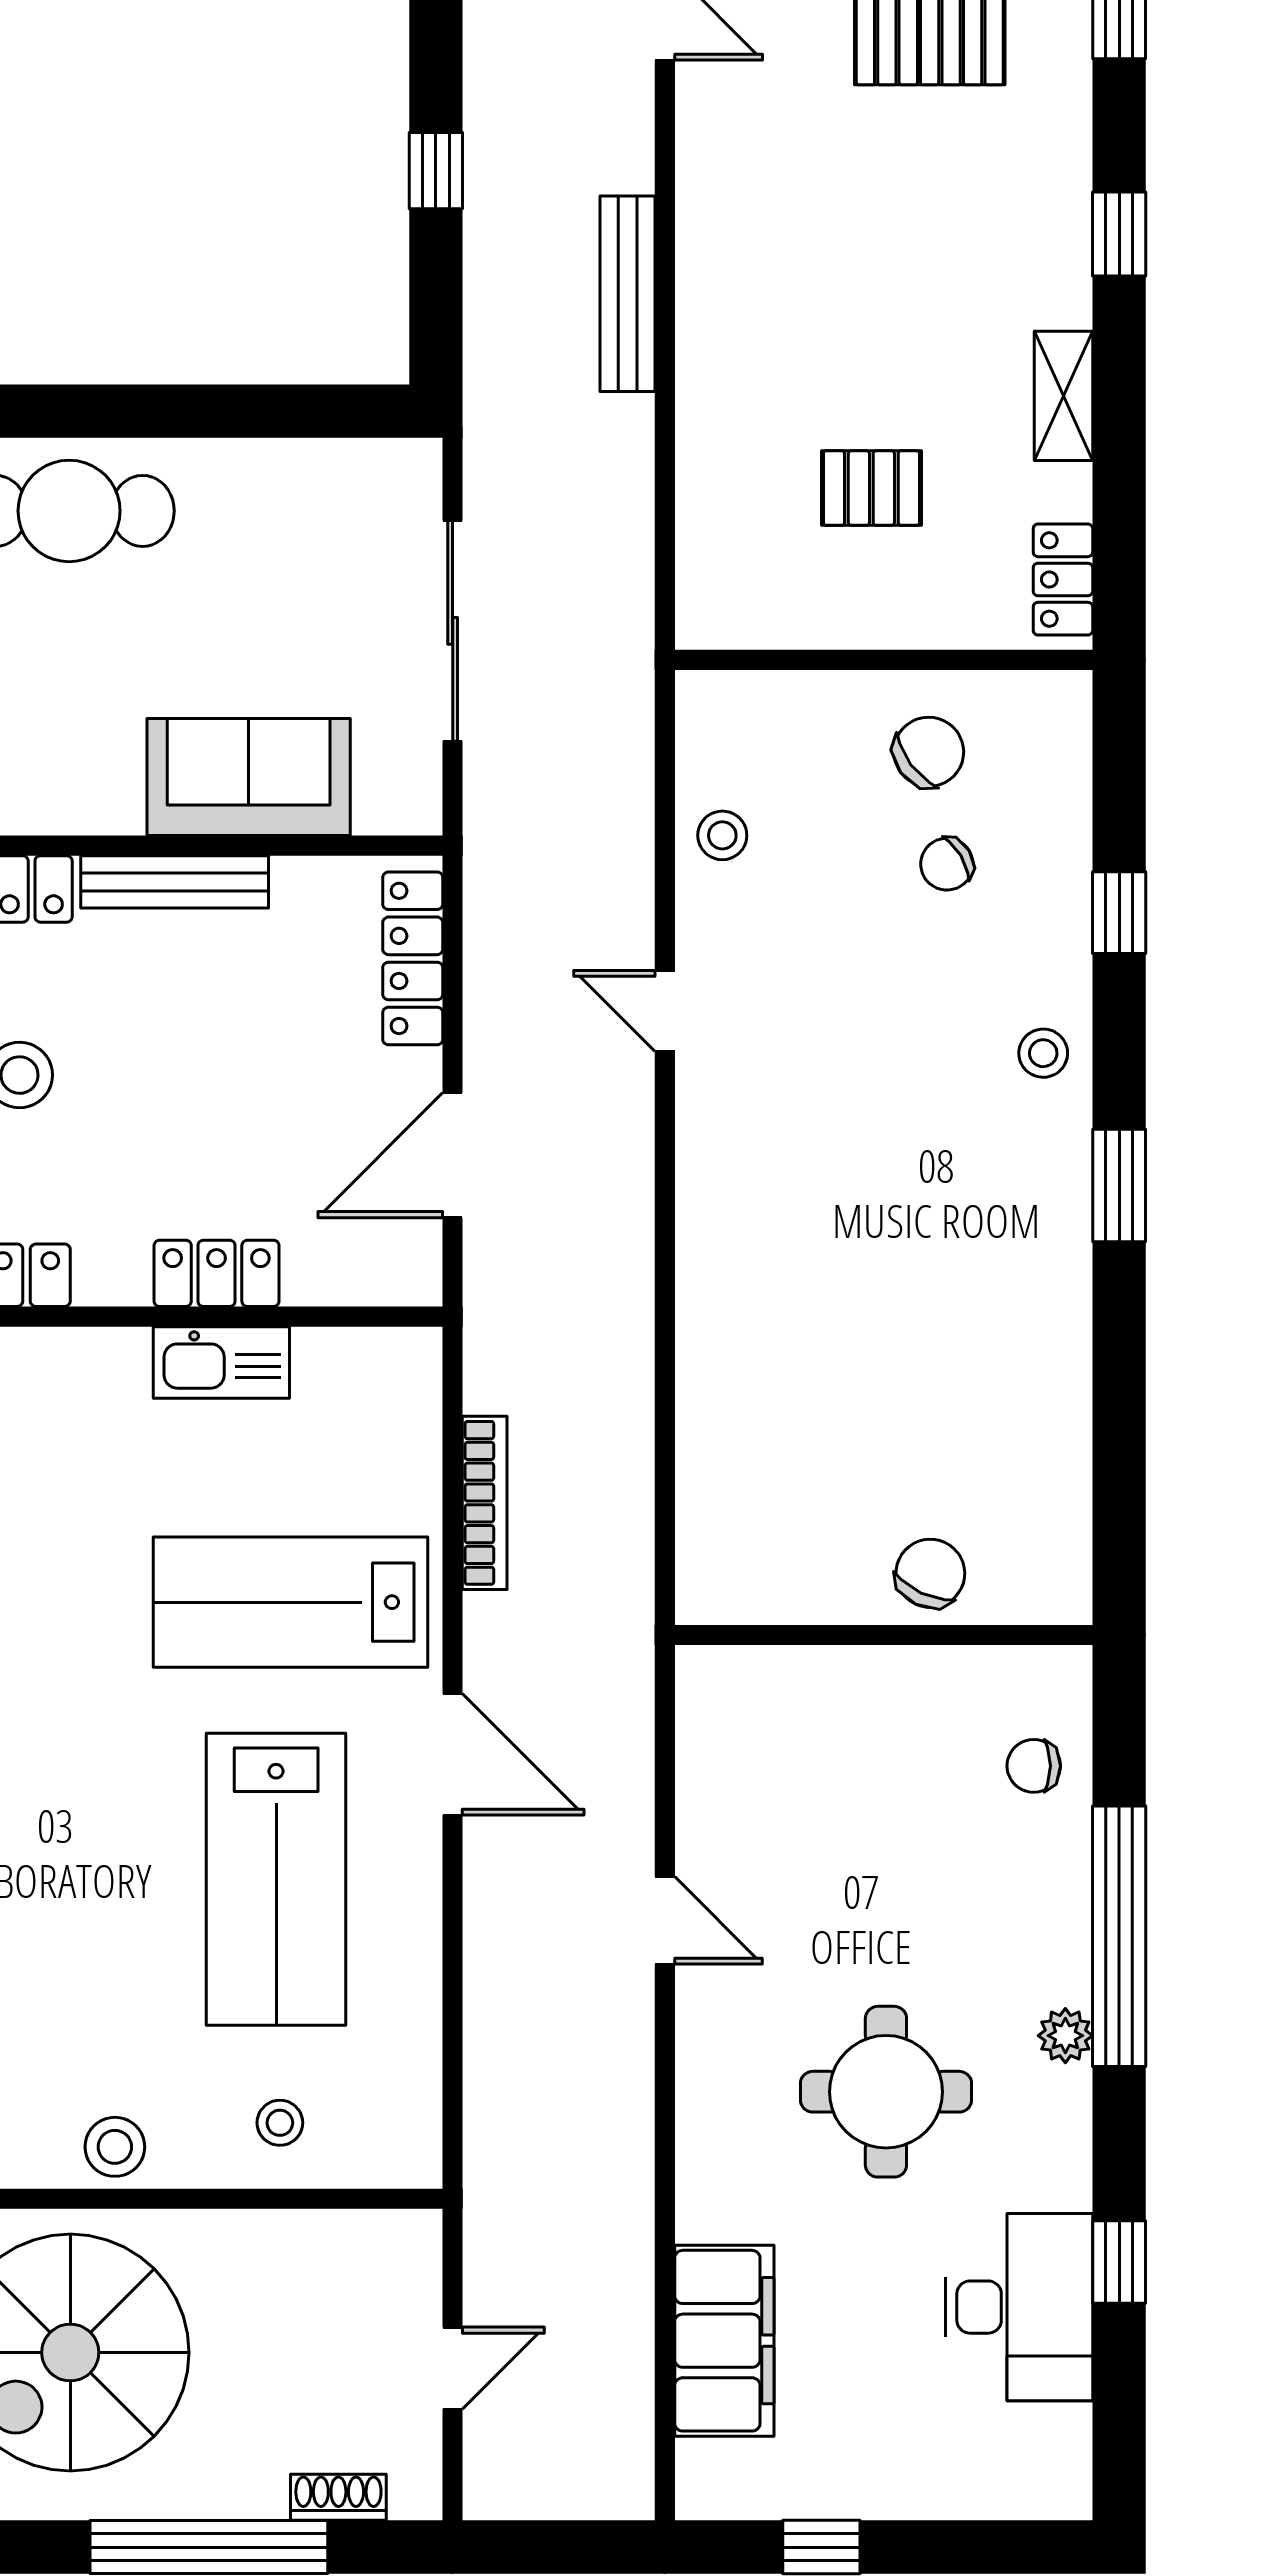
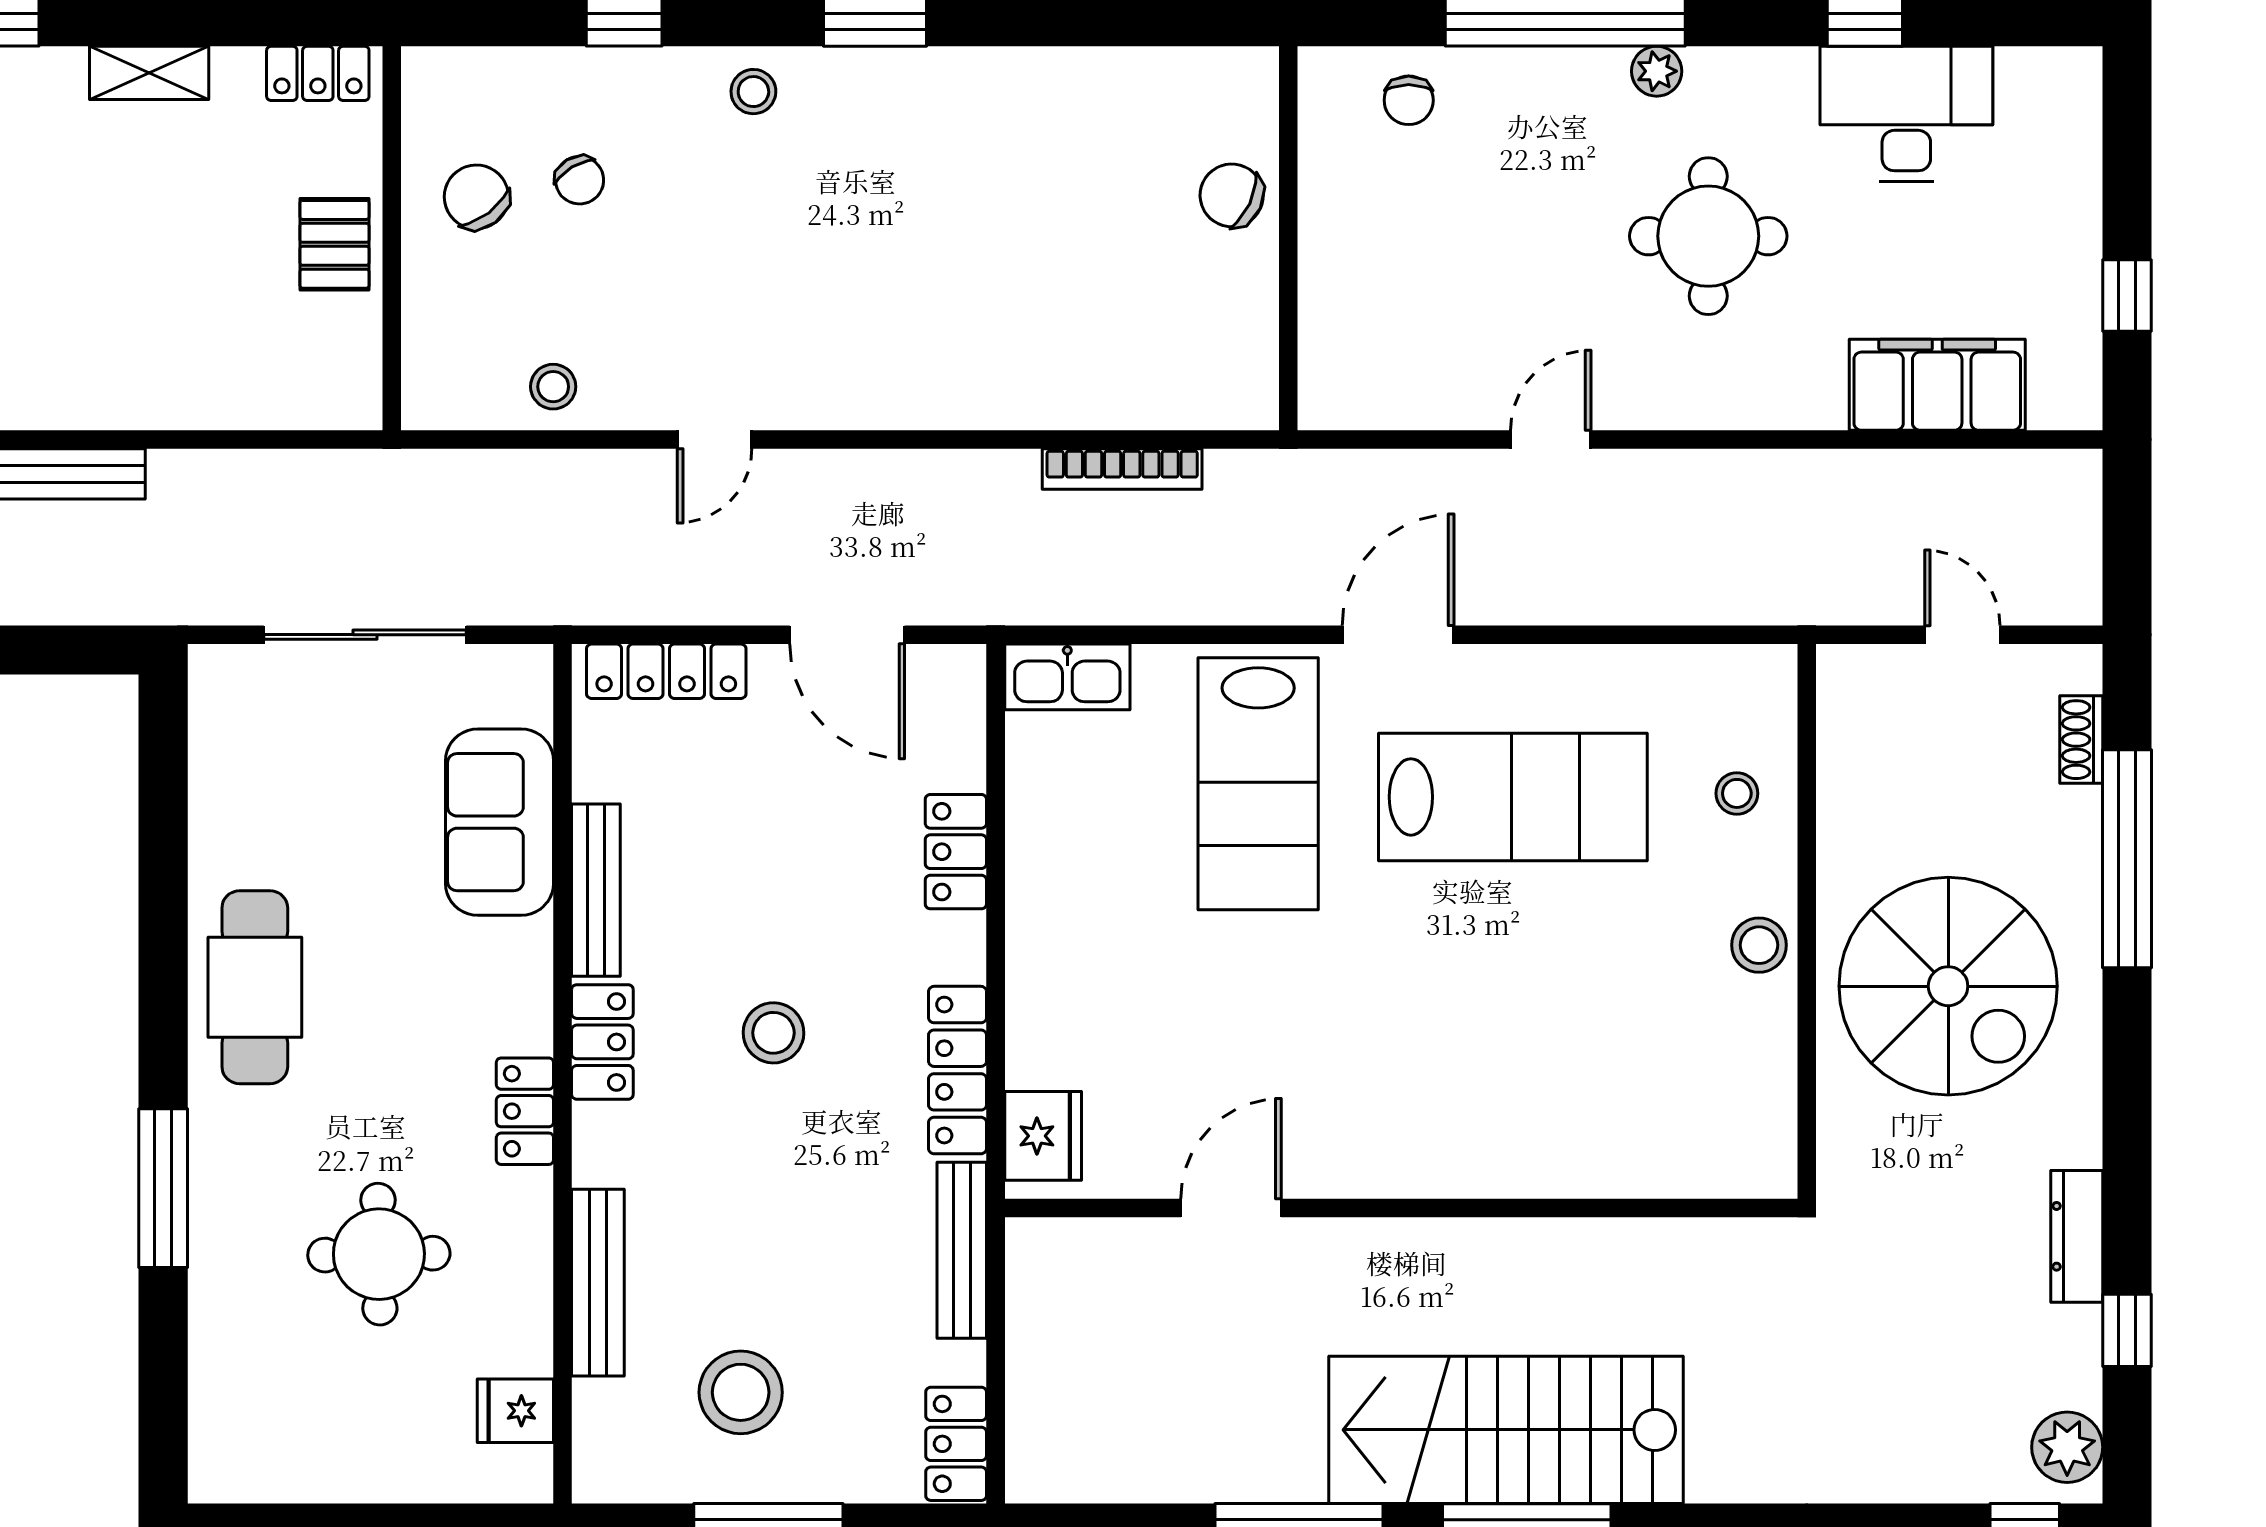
pallet: (871, 488) -> (335, 244), moved
kitchen sink: (221, 1362) -> (1067, 677), moved, turned 90
bookcase: (485, 1503) -> (1122, 469), moved, turned 180

